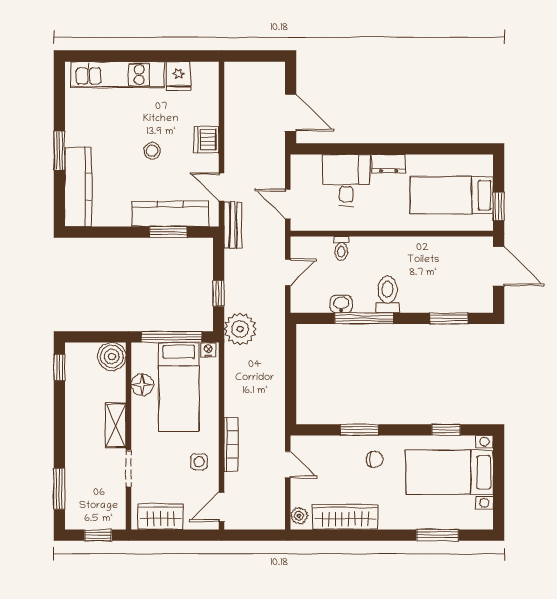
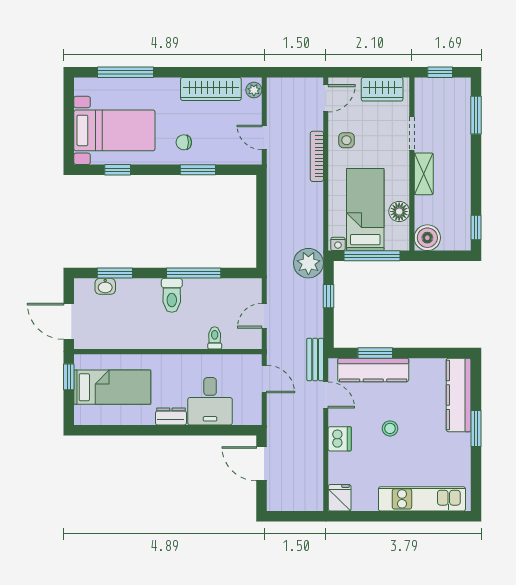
fridge: (178, 76) -> (340, 498), moved
washbasin: (341, 304) -> (105, 286), moved
window: (437, 535) -> (126, 72), width x1.44

